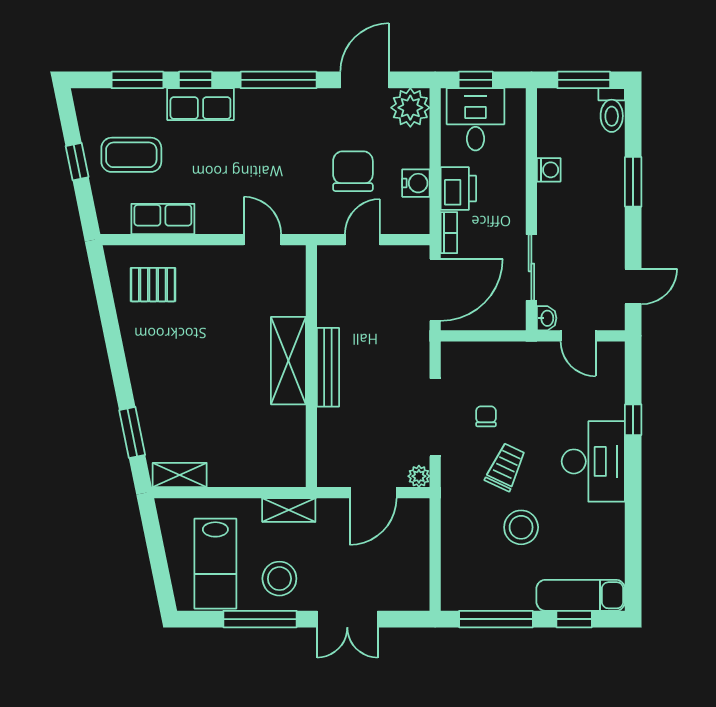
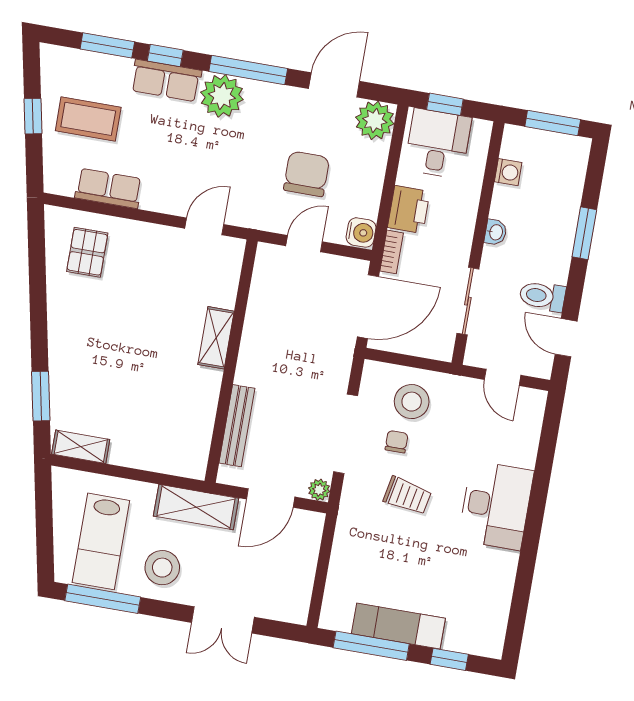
plant: (258, 110) -> (222, 96), added
toilet: (612, 110) -> (542, 296), moved, turned 90
washing machine: (549, 170) -> (508, 172), moved
water cooler: (416, 183) -> (361, 232), moved
door: (262, 240) -> (204, 226), hinge flipped
pallet: (153, 285) -> (87, 252), turned 90
door: (633, 286) -> (566, 338), swing flipped
washbasin: (547, 318) -> (496, 232), moved
shelving: (288, 361) -> (216, 338), width x0.67, depth x0.75
bench: (328, 367) -> (237, 426), moved
window: (633, 420) -> (543, 471), removed
trolley: (506, 467) -> (407, 496), turned 76
shelving: (289, 510) -> (196, 507), width x1.50, depth x1.33
stool: (521, 527) -> (412, 402), moved
exam couch: (581, 595) -> (398, 626), moved
window: (260, 619) -> (103, 599), moved

